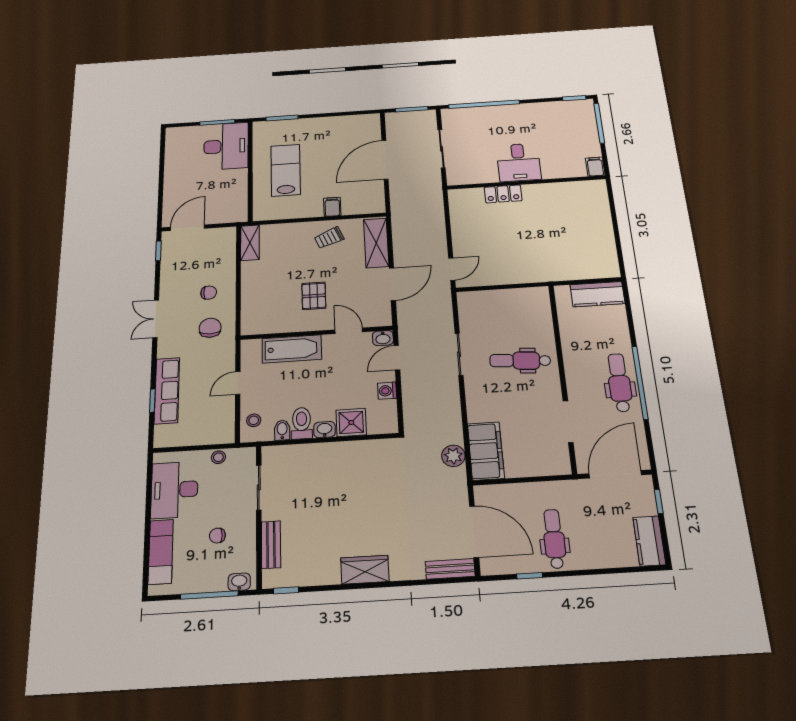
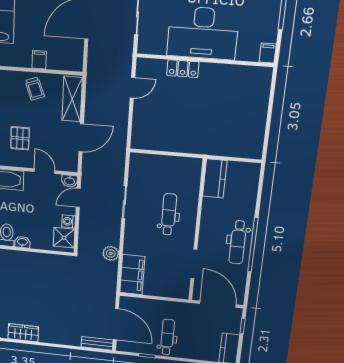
desk: (519, 162) -> (203, 33), width x1.87, depth x1.30
trolley: (329, 238) -> (35, 89), turned -87
door: (452, 269) -> (132, 88), moved
kitchen counter: (598, 294) -> (215, 178), moved, turned -90
dental chair: (520, 361) -> (169, 214), turned 86
dental chair: (619, 383) -> (238, 242), turned 180
shower: (351, 422) -> (64, 238), moved
plant: (453, 456) -> (111, 253), moved
door: (615, 474) -> (218, 304), hinge flipped
wardrobe: (365, 570) -> (23, 333), moved

